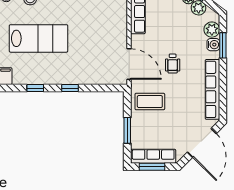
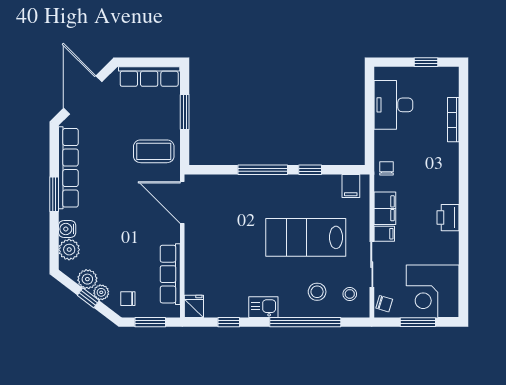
window: (223, 45) -> (54, 194), moved
wheelchair: (173, 63) -> (123, 203), removed
window: (70, 88) -> (263, 170), width x2.17
window: (152, 167) -> (151, 62), removed

